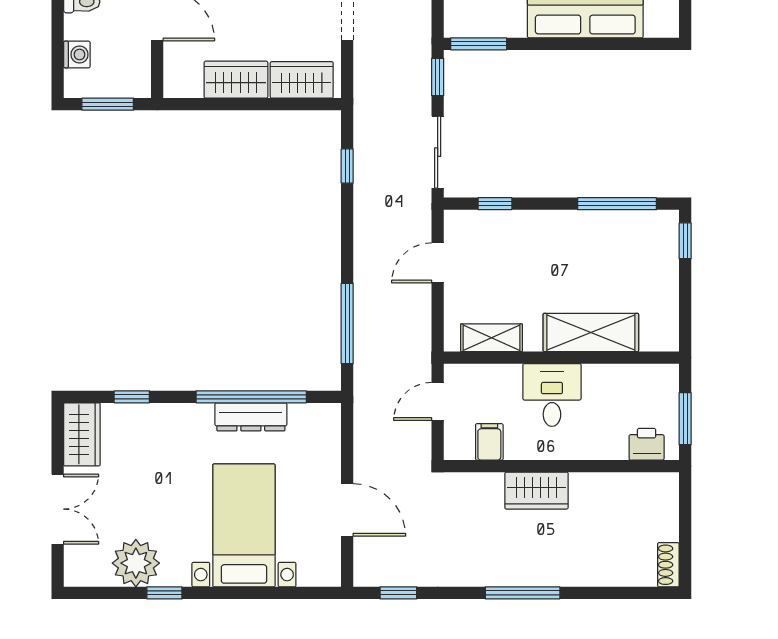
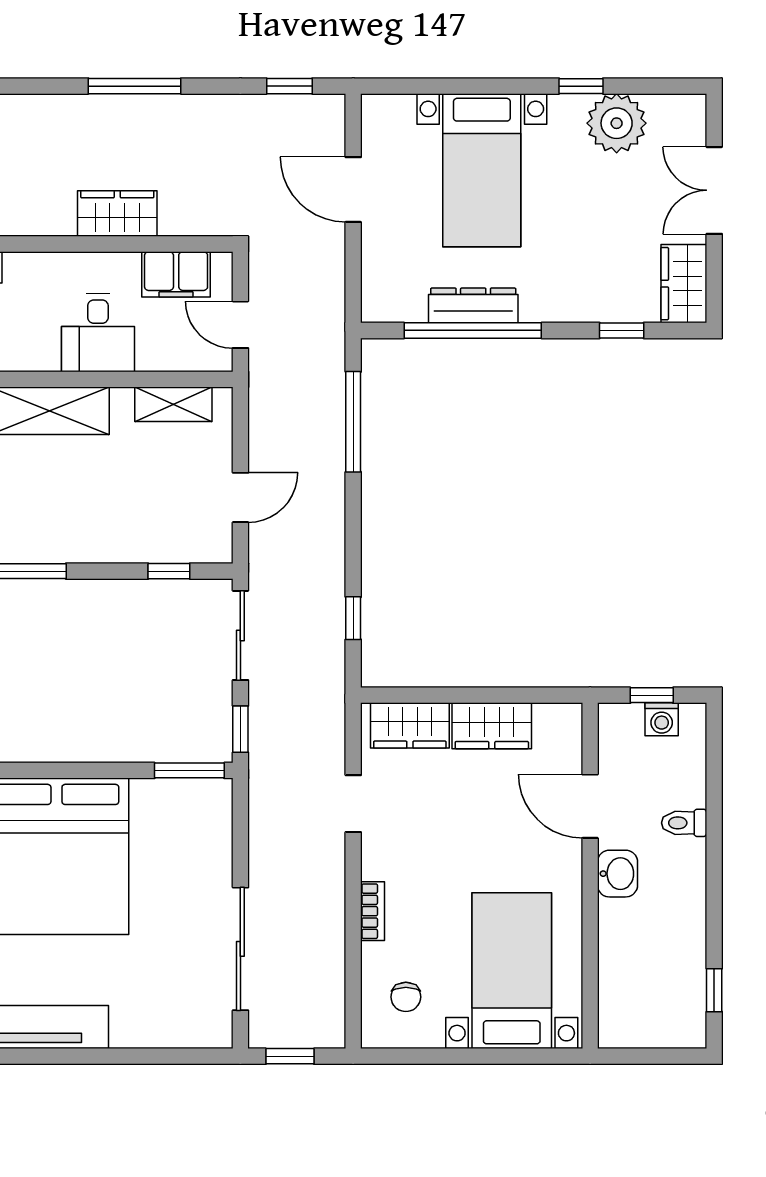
washing machine: (77, 54) -> (662, 719), moved, turned -90
window: (108, 104) -> (652, 695), width x0.67
door: (438, 401) -> (240, 325), swing flipped
filing cabinet: (489, 442) -> (176, 274), width x2.00

